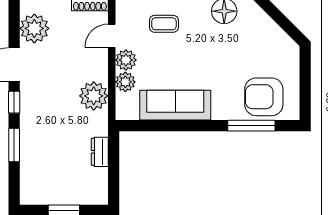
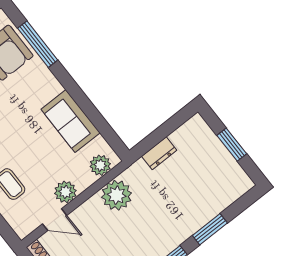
plant: (125, 82) -> (100, 165), moved
sofa: (175, 105) -> (71, 121), width x0.73

